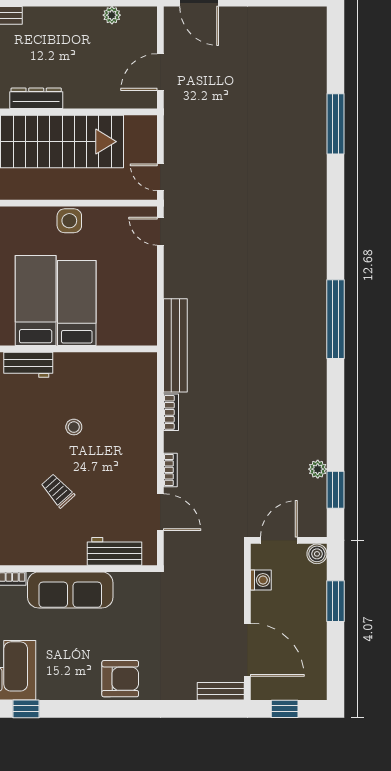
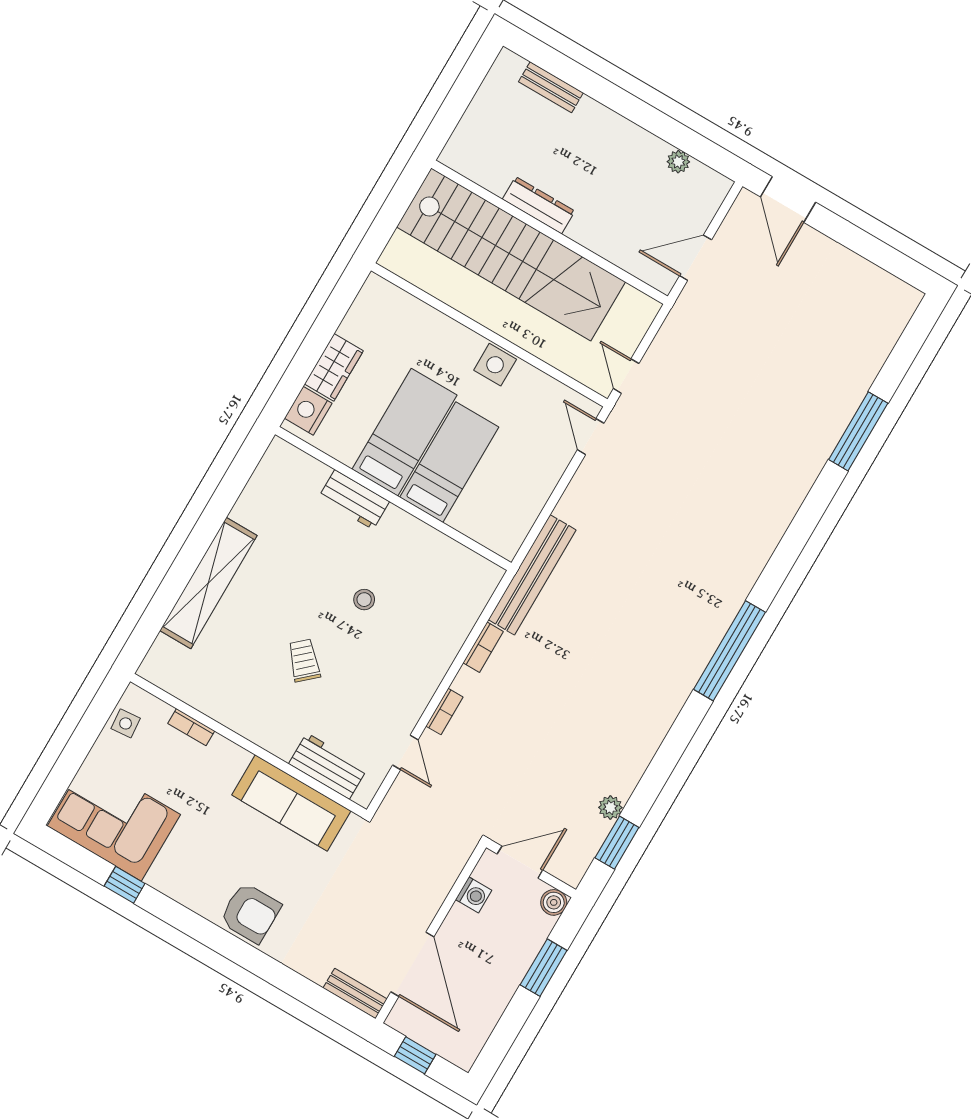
door: (160, 512) -> (405, 752), width x0.73
sofa: (70, 590) -> (291, 803), moved

